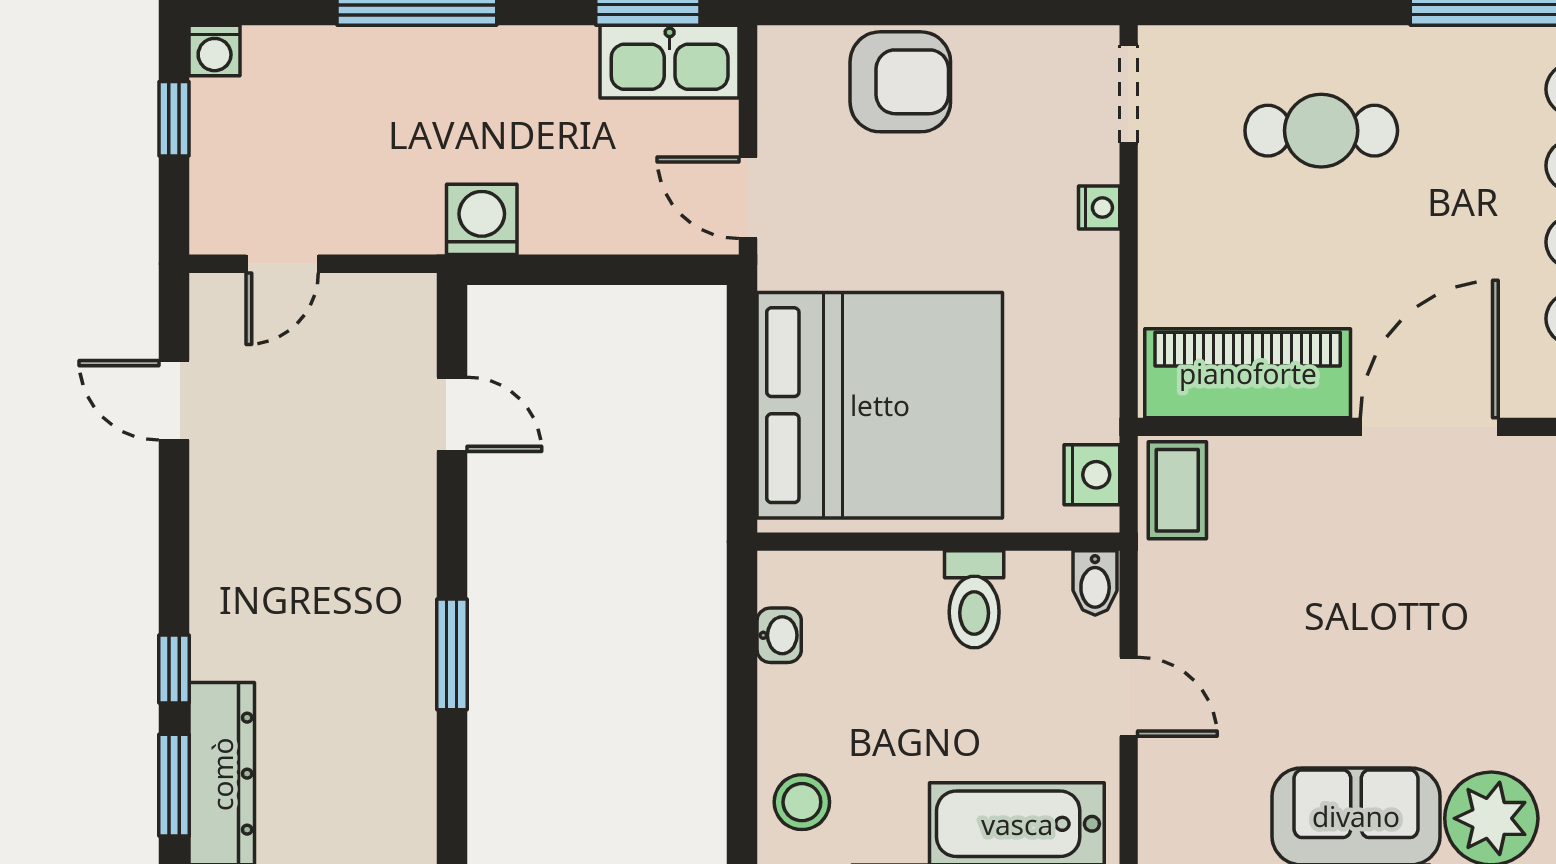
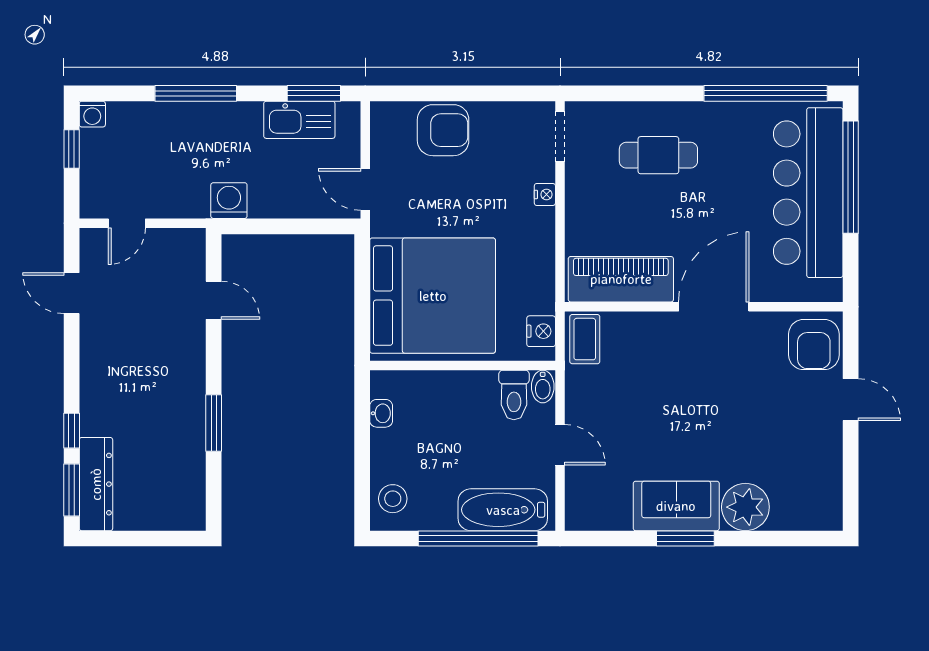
kitchen sink: (670, 62) -> (299, 120), moved
toilet: (974, 599) -> (514, 395), moved

